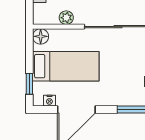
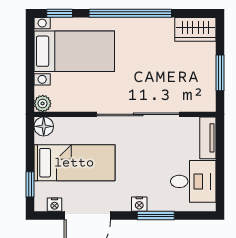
plant: (66, 18) -> (43, 103), moved
nightstand: (119, 100) -> (139, 204), added

